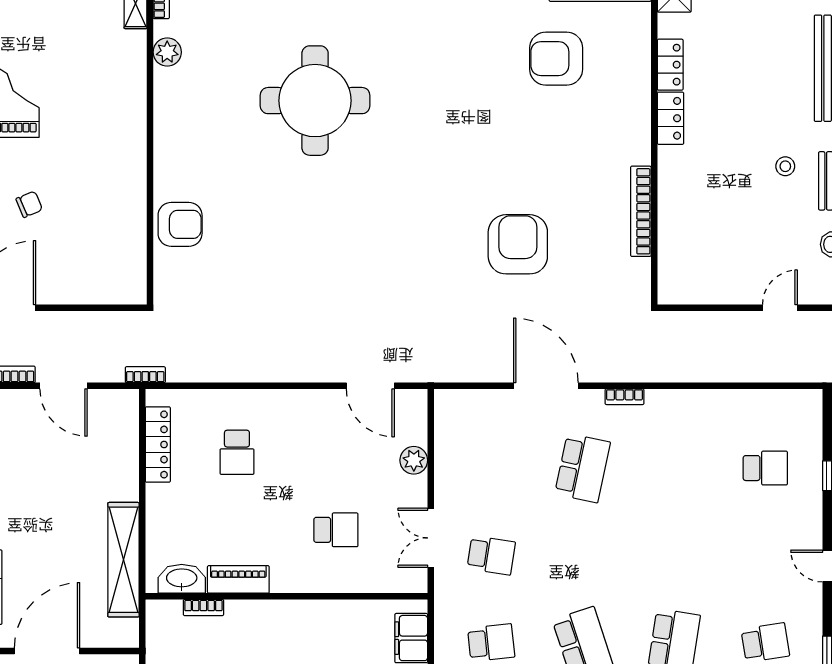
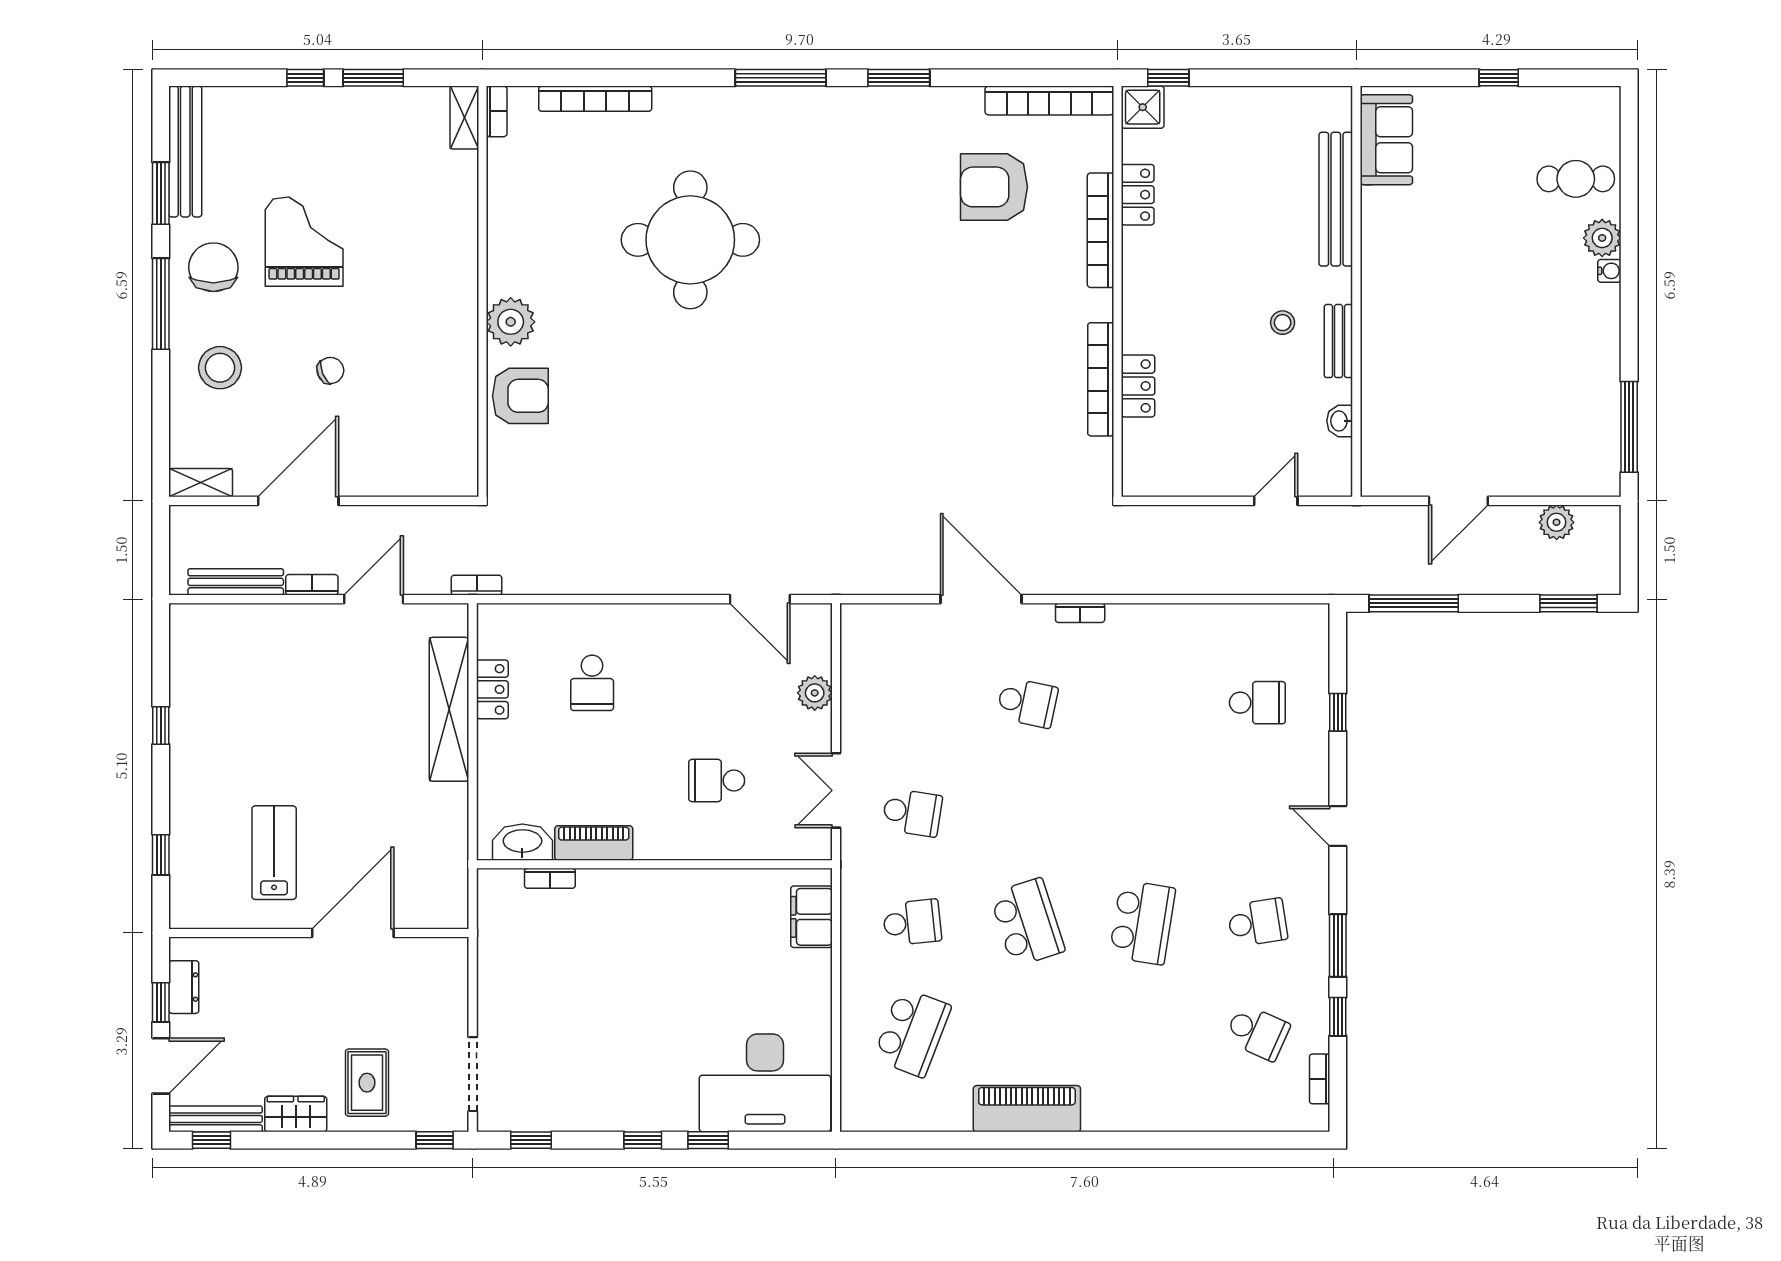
plant: (167, 52) -> (511, 322), moved, width x1.36, depth x1.36
bookcase: (641, 93) -> (1101, 230), added
locker: (670, 118) -> (1138, 386), moved
armchair: (518, 244) -> (946, 421), removed
door: (64, 386) -> (374, 599), swing flipped
locker: (158, 444) -> (492, 689), width x0.66
school desk: (583, 468) -> (1027, 703), width x0.54
school desk: (336, 530) -> (717, 780), turned 180
shelving: (123, 560) -> (449, 709), moved

